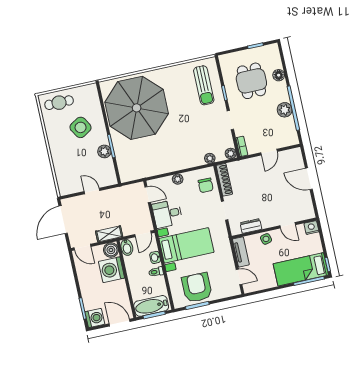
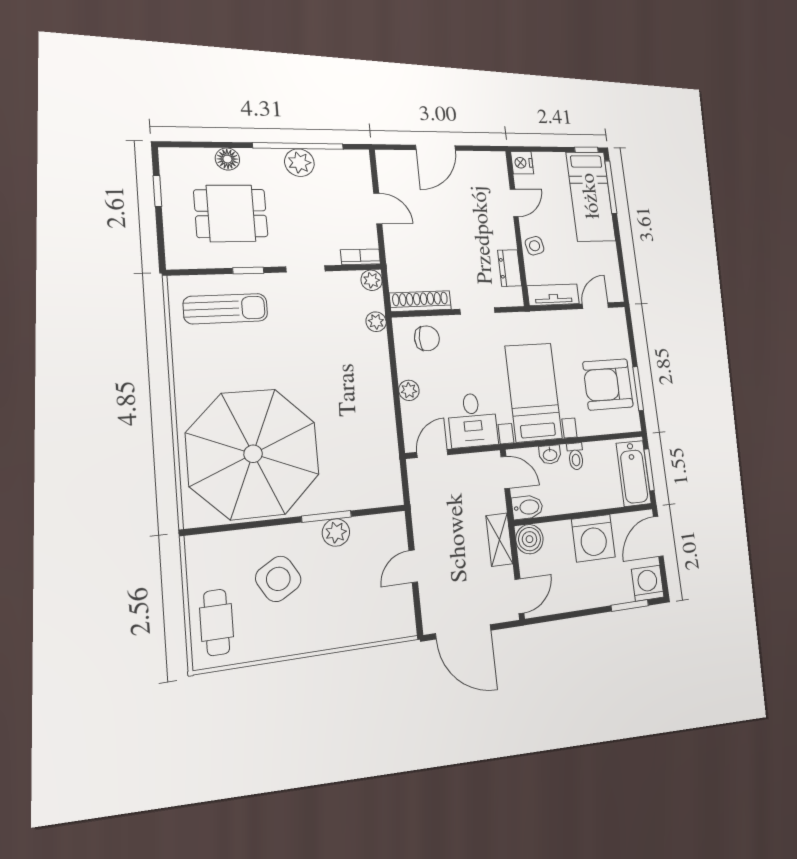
washing machine: (112, 270) -> (593, 538), moved

